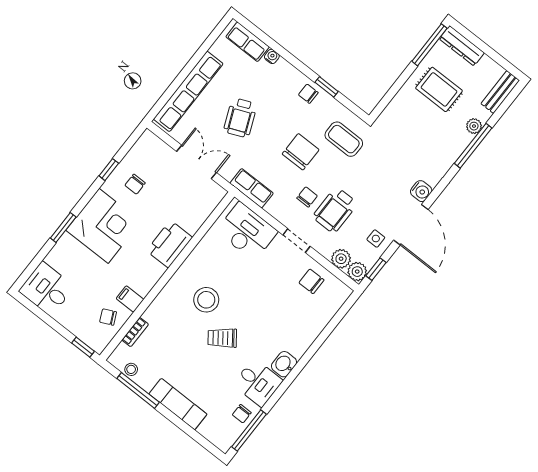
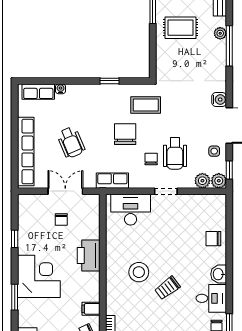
chair: (308, 94) -> (101, 94), removed
chair: (135, 184) -> (61, 219), moved
chair: (311, 281) -> (213, 239), moved

